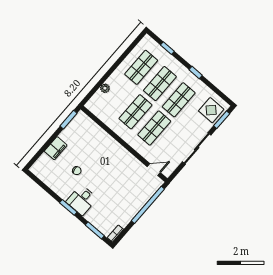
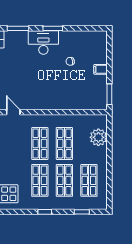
plant: (105, 88) -> (98, 137), width x1.88, depth x1.88
filing cabinet: (56, 148) -> (101, 69), width x0.50
door: (154, 170) -> (13, 112), swing flipped
desk: (82, 200) -> (43, 43), width x1.37

